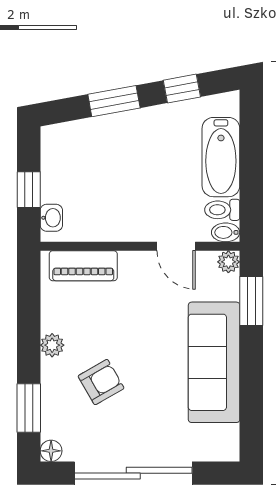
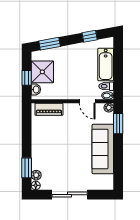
window: (114, 101) -> (50, 44), moved
shower: (67, 175) -> (42, 72), added
plant: (52, 345) -> (36, 175), moved
armchair: (101, 382) -> (56, 157), removed
sliding door: (133, 473) -> (70, 195), width x0.73

